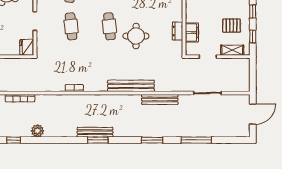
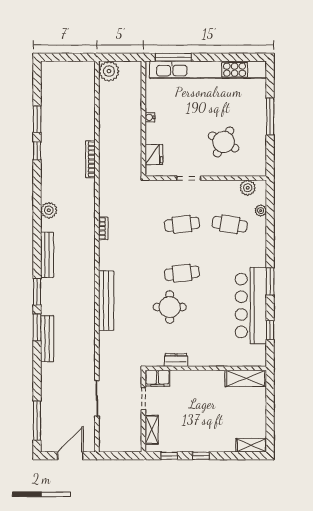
pallet: (232, 26) -> (183, 429), removed
filing cabinet: (192, 33) -> (157, 378), moved
fridge: (27, 47) -> (154, 155), moved, turned 90
bench: (160, 99) -> (47, 339), moved
door: (253, 114) -> (70, 456), swing flipped
plant: (37, 131) -> (49, 210), moved
window: (98, 140) -> (37, 292), moved
window: (196, 140) -> (37, 421), moved

